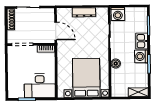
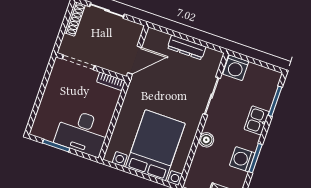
door: (56, 31) -> (135, 60), hinge flipped
washing machine: (141, 56) -> (242, 159), moved

